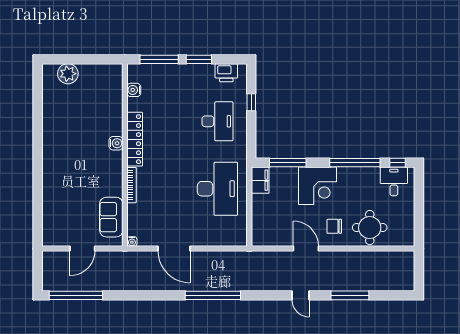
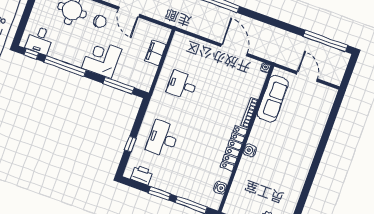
filing cabinet: (260, 180) -> (155, 53), moved
desk: (217, 189) -> (182, 85), width x0.53, depth x0.77
sofa: (111, 217) -> (273, 99), width x1.36
door: (82, 249) -> (307, 76), hinge flipped

